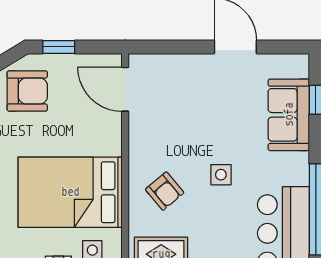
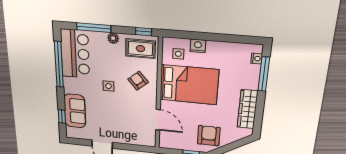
door: (125, 89) -> (158, 120), moved
armchair: (27, 91) -> (209, 136), turned 90

